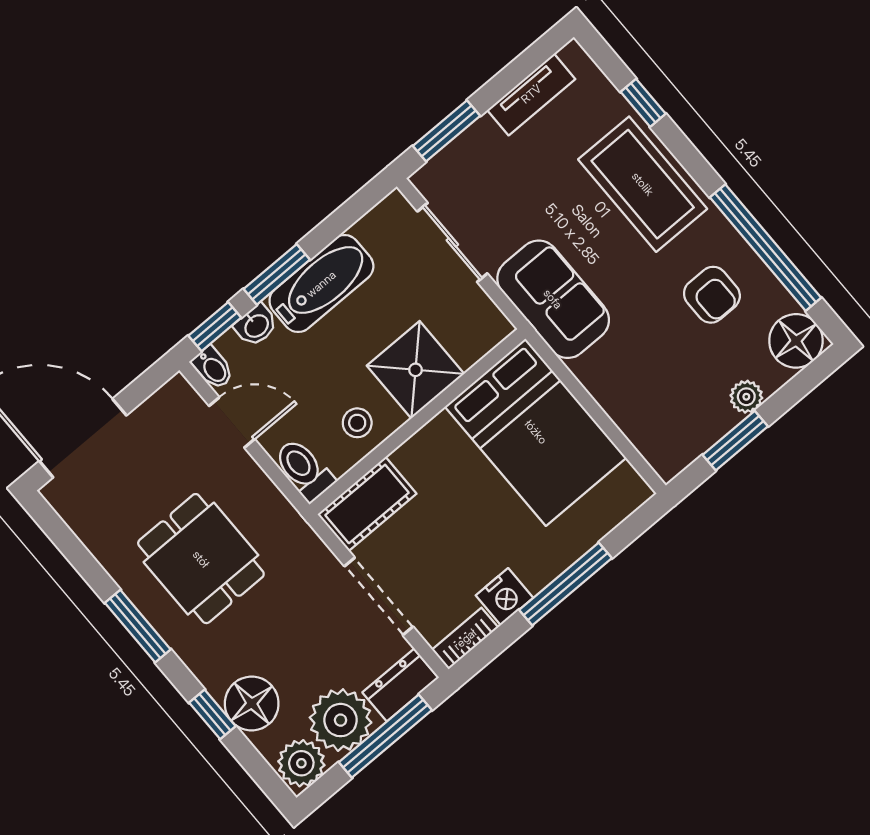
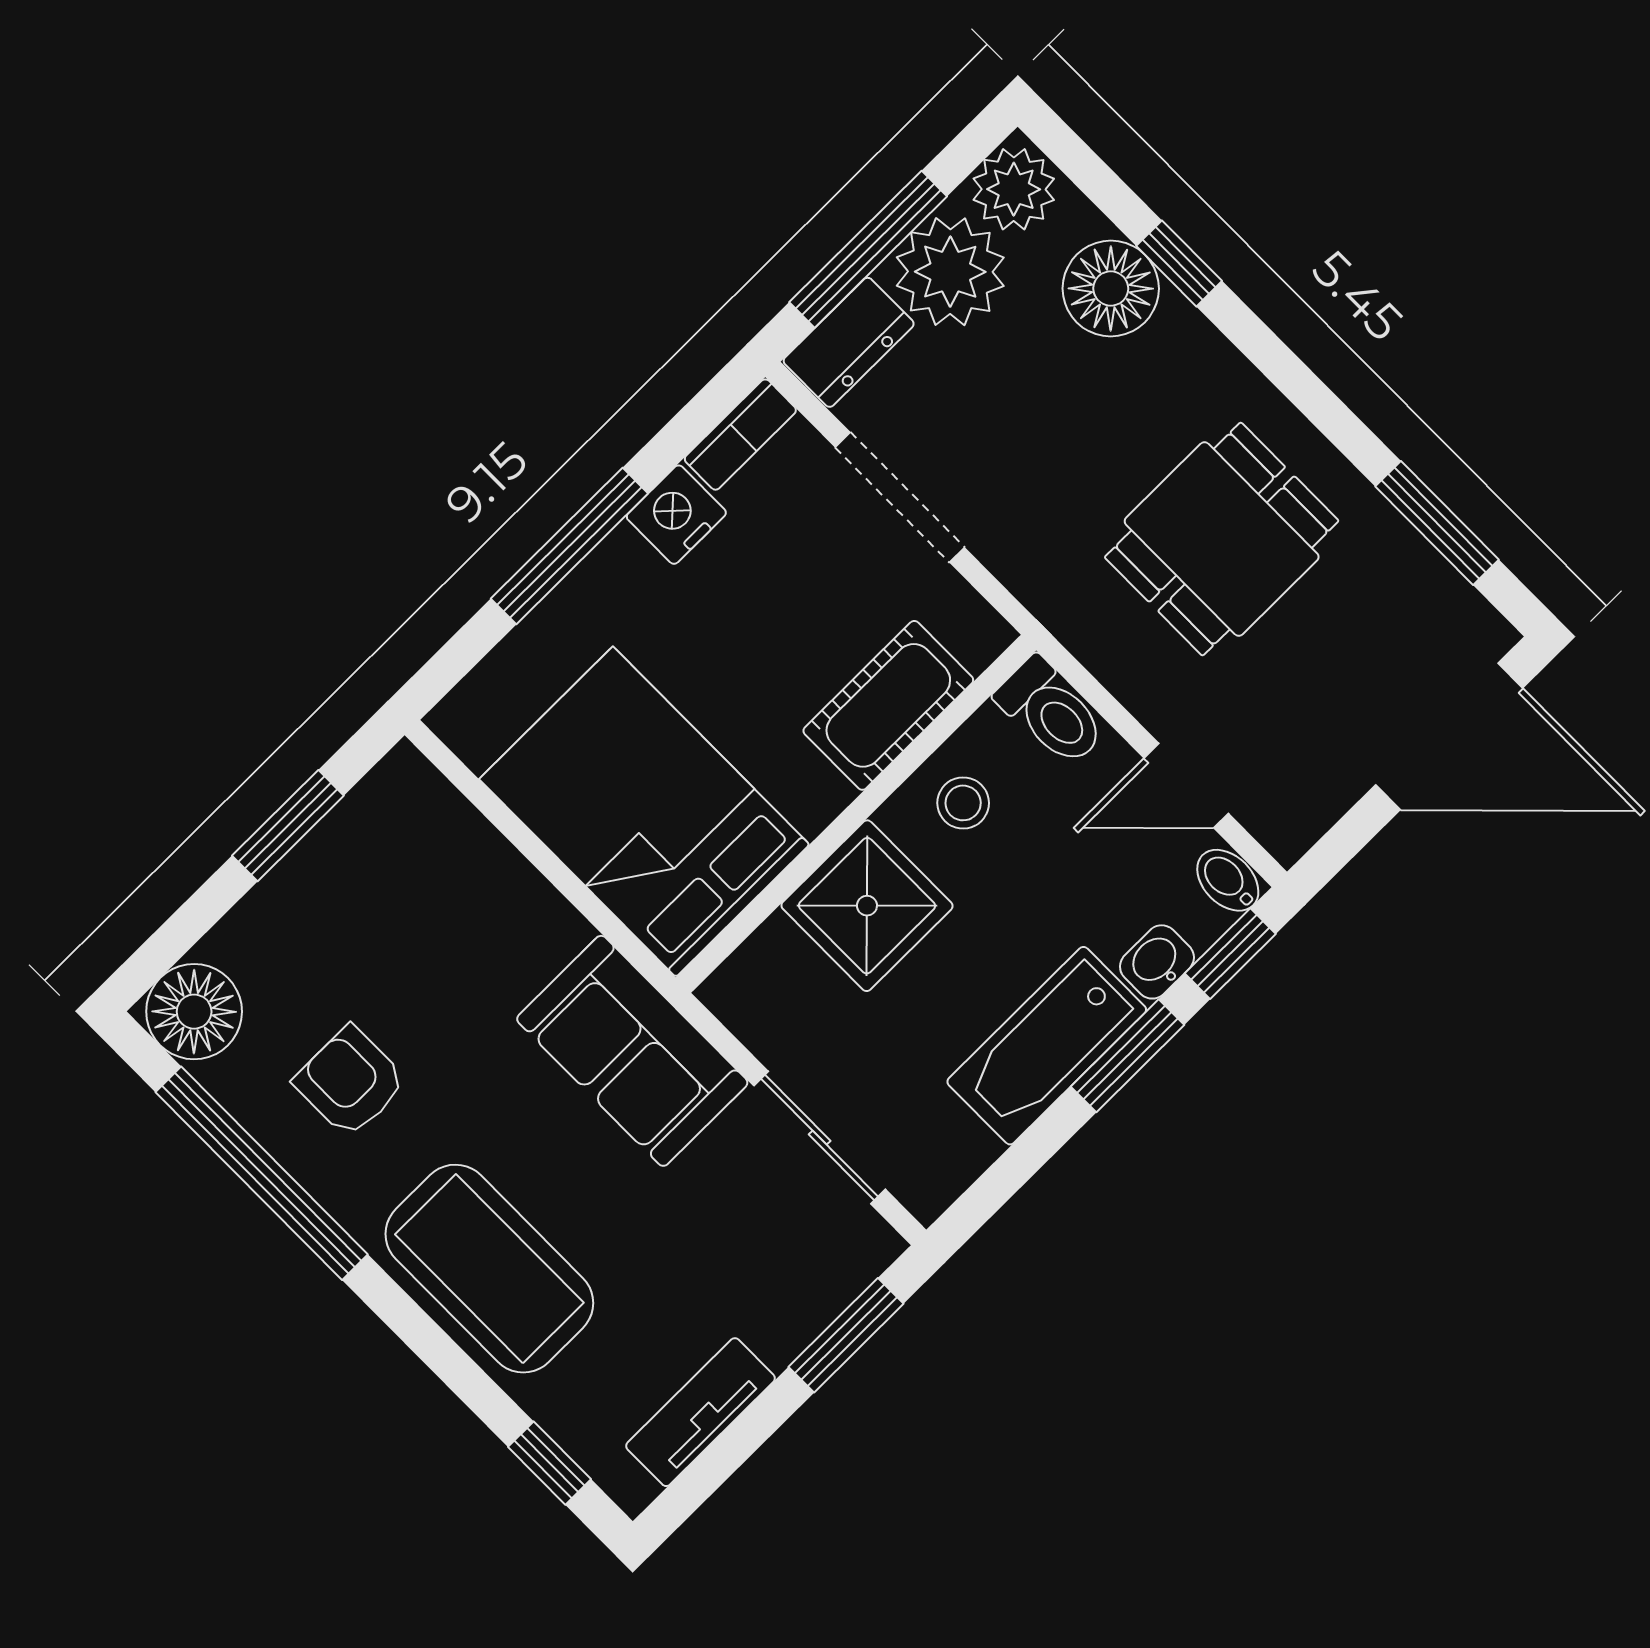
window: (643, 103) -> (549, 1463), moved
plant: (746, 397) -> (274, 905), removed
cot: (367, 504) -> (888, 705), moved
dining table: (201, 559) -> (1222, 539), turned 90
window: (138, 626) -> (1437, 523), moved

